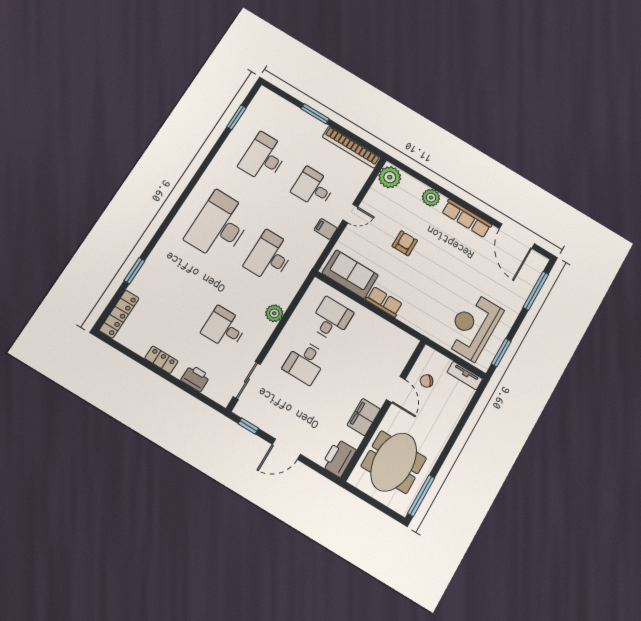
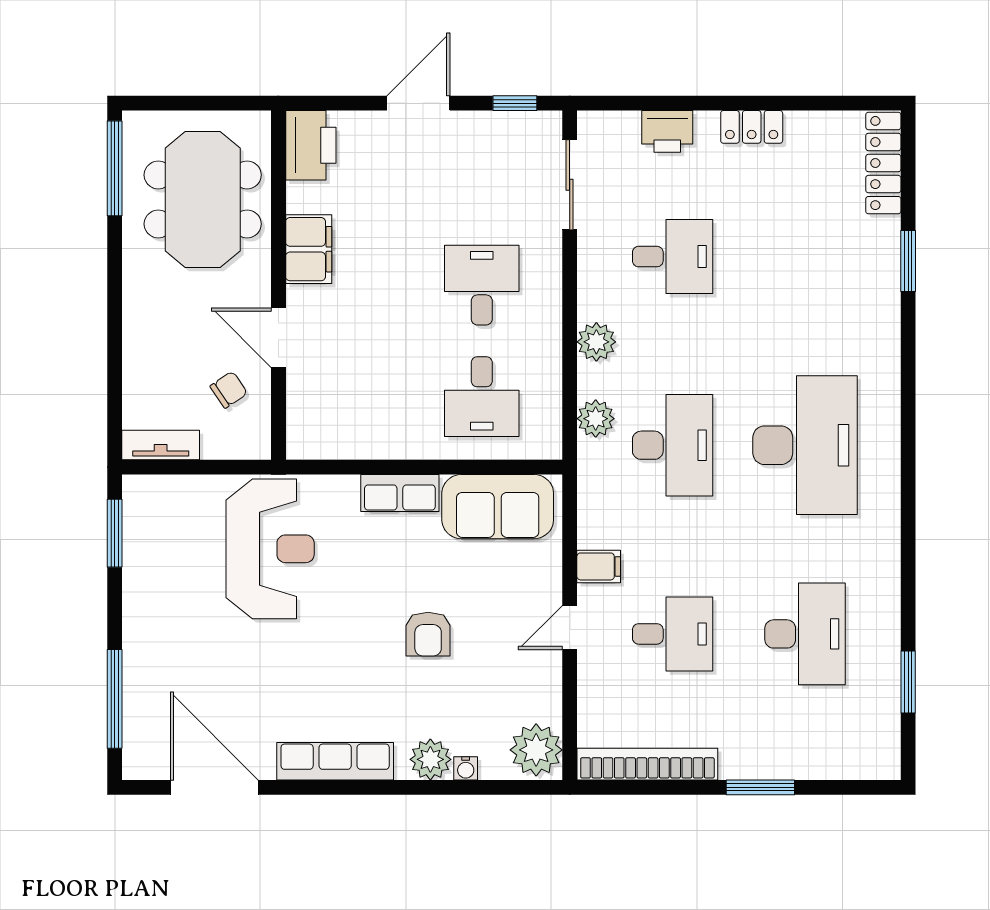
water cooler: (420, 187) -> (466, 768), added
plant: (293, 284) -> (596, 419), added
reception desk: (473, 326) -> (270, 549), moved

